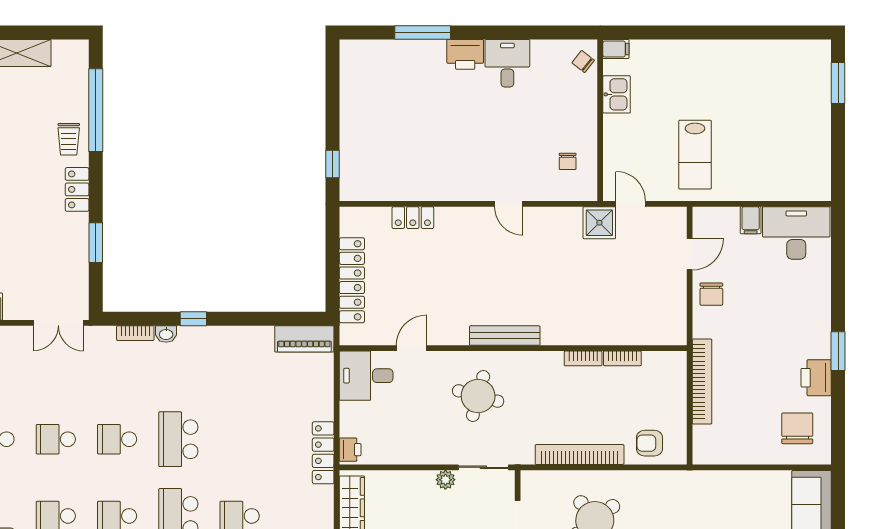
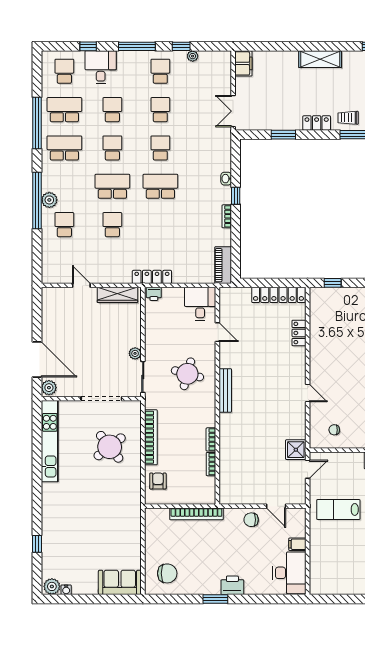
door: (509, 204) -> (308, 393), swing flipped
locker: (352, 280) -> (278, 295), moved
bookcase: (135, 333) -> (227, 216), moved
printer: (816, 378) -> (232, 585), moved

